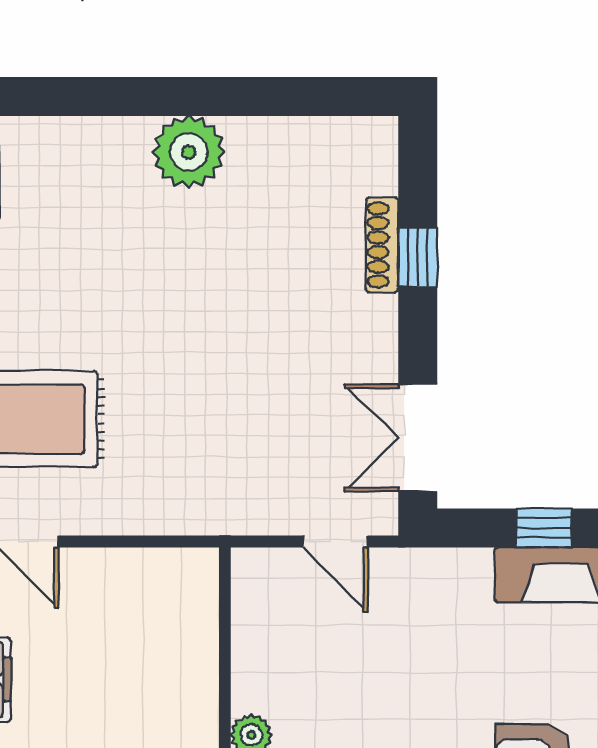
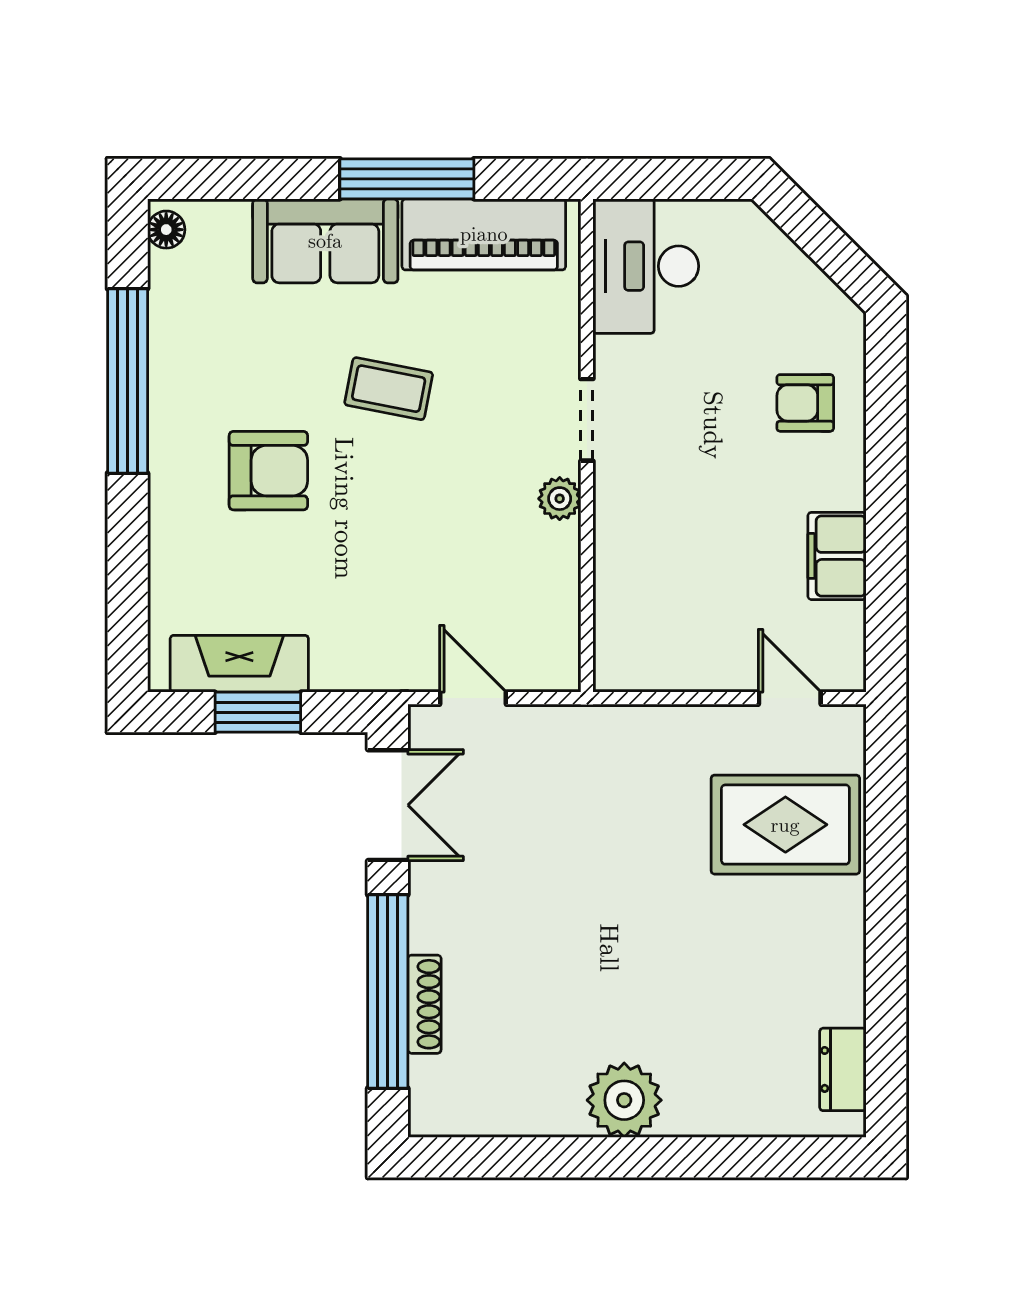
window: (418, 257) -> (388, 991), width x3.17
window: (544, 528) -> (258, 712), width x1.50

